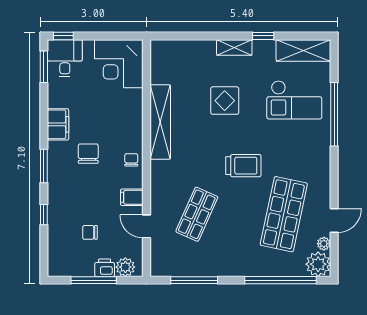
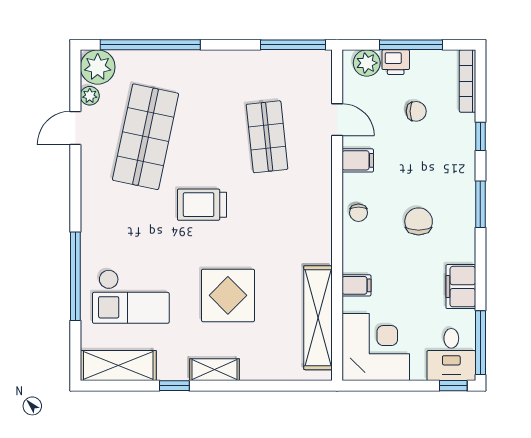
window: (44, 67) -> (480, 343), width x1.44
checkout: (294, 100) -> (131, 297), turned 180
display table: (225, 101) -> (228, 295), width x1.36, depth x1.36
filing cabinet: (133, 108) -> (356, 285), added
shelving: (160, 122) -> (318, 318), moved
filing cabinet: (58, 124) -> (461, 287), moved
chair: (88, 154) -> (419, 221), turned 180
shop shelf: (197, 214) -> (267, 137), turned -30
bookcase: (53, 254) -> (467, 81), added
window: (194, 280) -> (293, 45), moved

